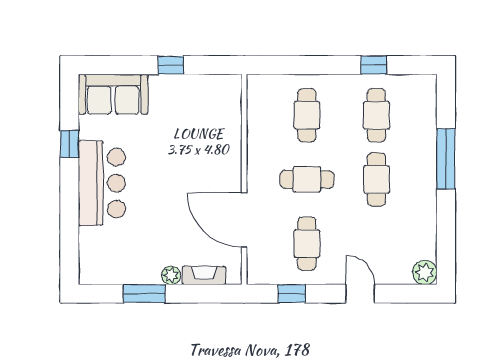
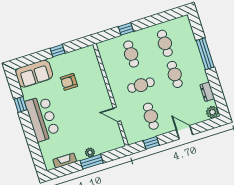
window: (374, 65) -> (126, 29), moved
armchair: (174, 130) -> (69, 82), added
door: (244, 220) -> (117, 114), width x0.53
dresser: (427, 231) -> (207, 92), added
fireplace: (204, 275) -> (65, 161), moved
window: (144, 294) -> (92, 162), moved

